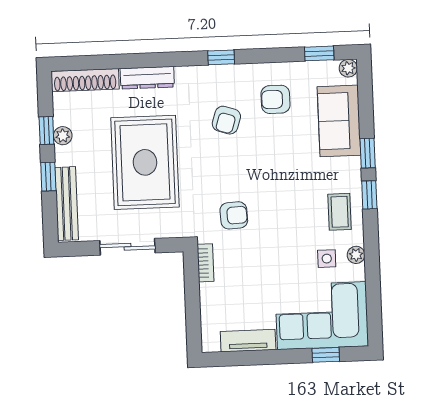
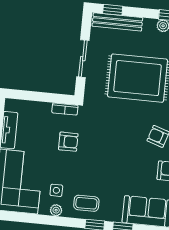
window: (48, 177) -> (113, 10), moved
armchair: (234, 215) -> (68, 142), moved, turned -87

